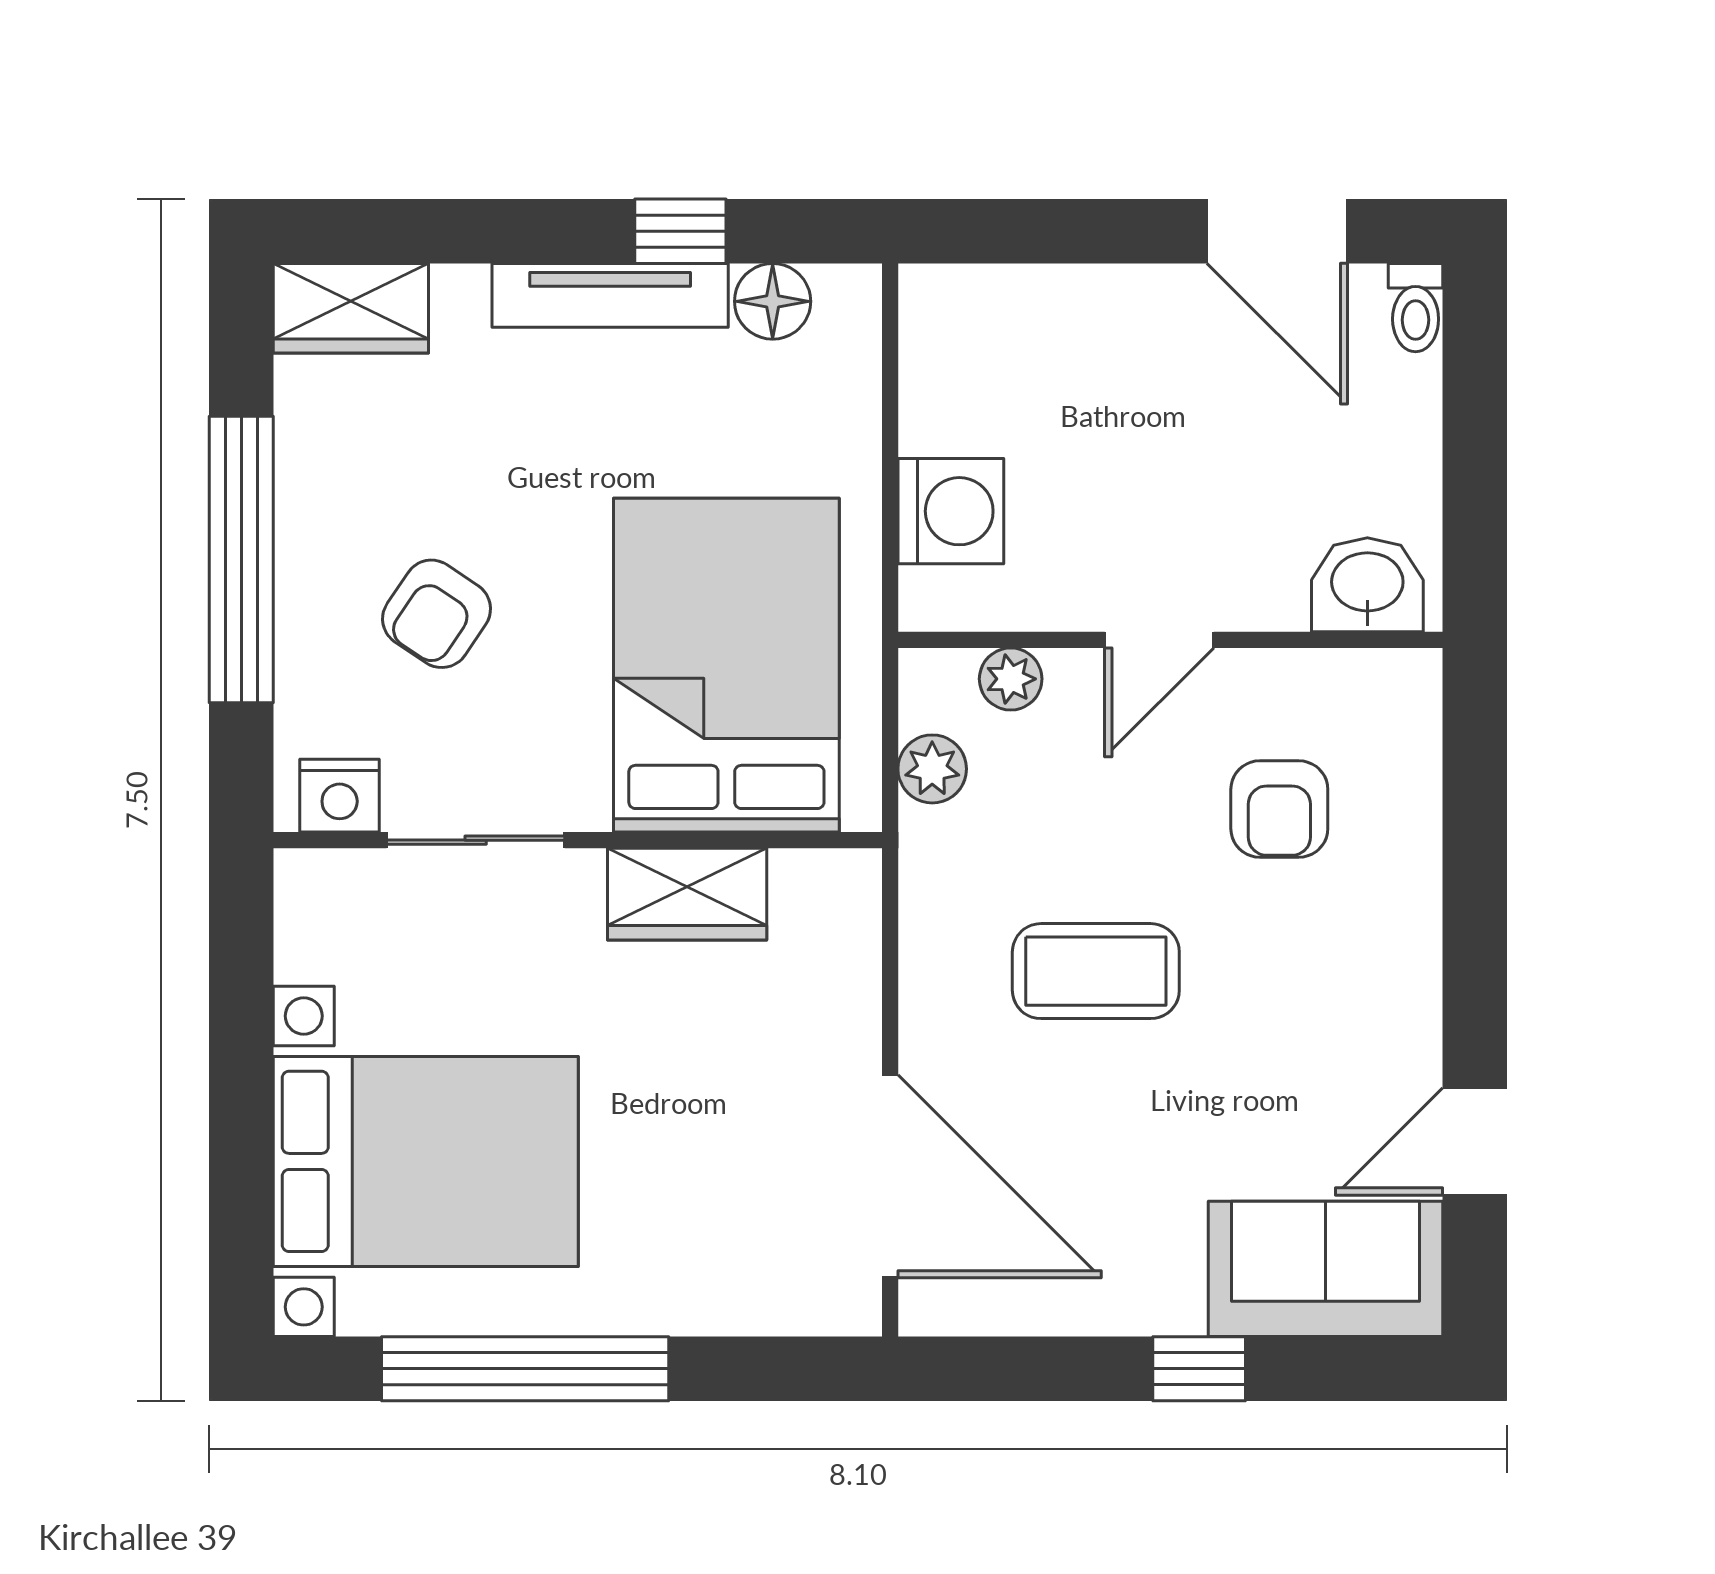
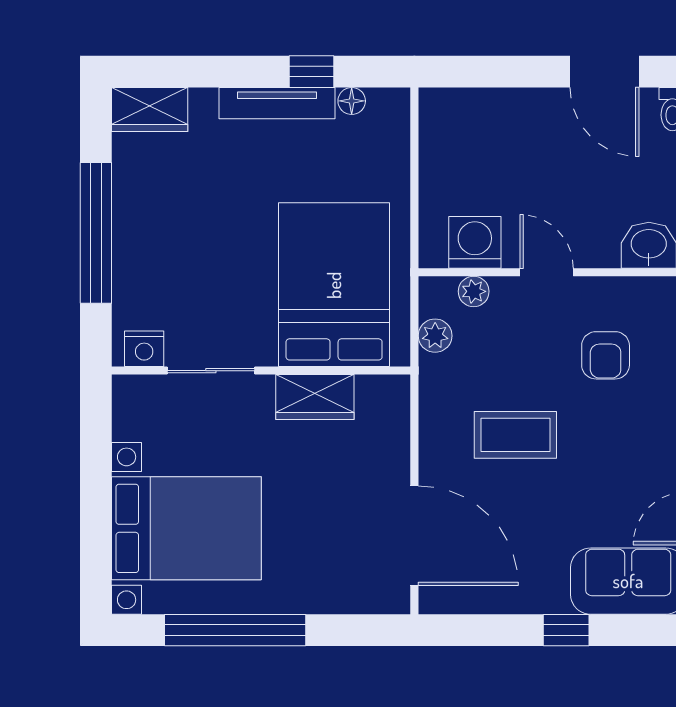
floor lamp: (773, 301) -> (352, 101), width x0.73, depth x0.73
washing machine: (951, 511) -> (475, 242), moved, turned -90
armchair: (437, 614) -> (192, 259), removed
door: (1159, 640) -> (547, 272), swing flipped

